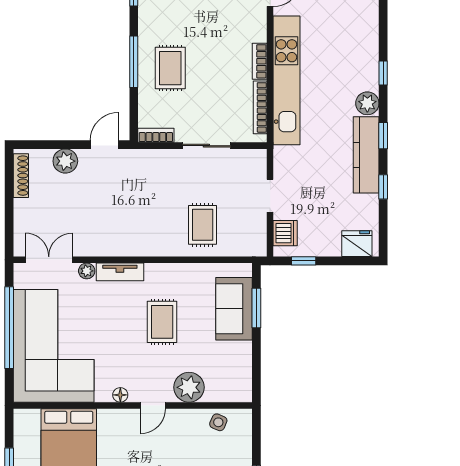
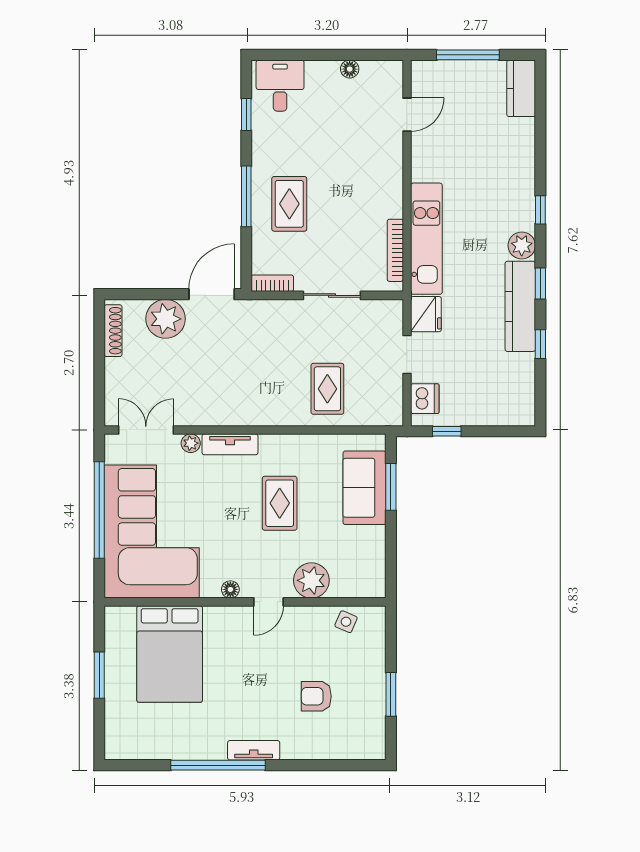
bookcase: (260, 61) -> (395, 196), removed
kitchen unit: (287, 80) -> (426, 239), width x0.73
door: (104, 145) -> (212, 294), width x1.38
plant: (65, 161) -> (166, 319), width x1.36, depth x1.36
fridge: (357, 244) -> (426, 314), moved, turned 90

